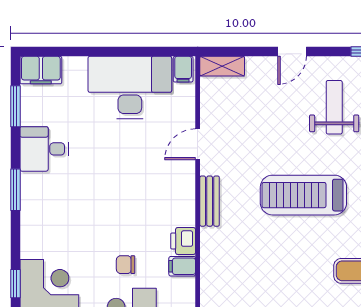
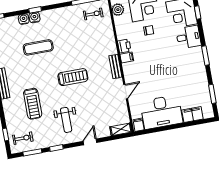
filing cabinet: (41, 70) -> (192, 115), moved
desk: (44, 149) -> (188, 37), moved
treadmill: (303, 195) -> (73, 77), width x0.73, depth x0.73
filing cabinet: (182, 266) -> (127, 57), moved

